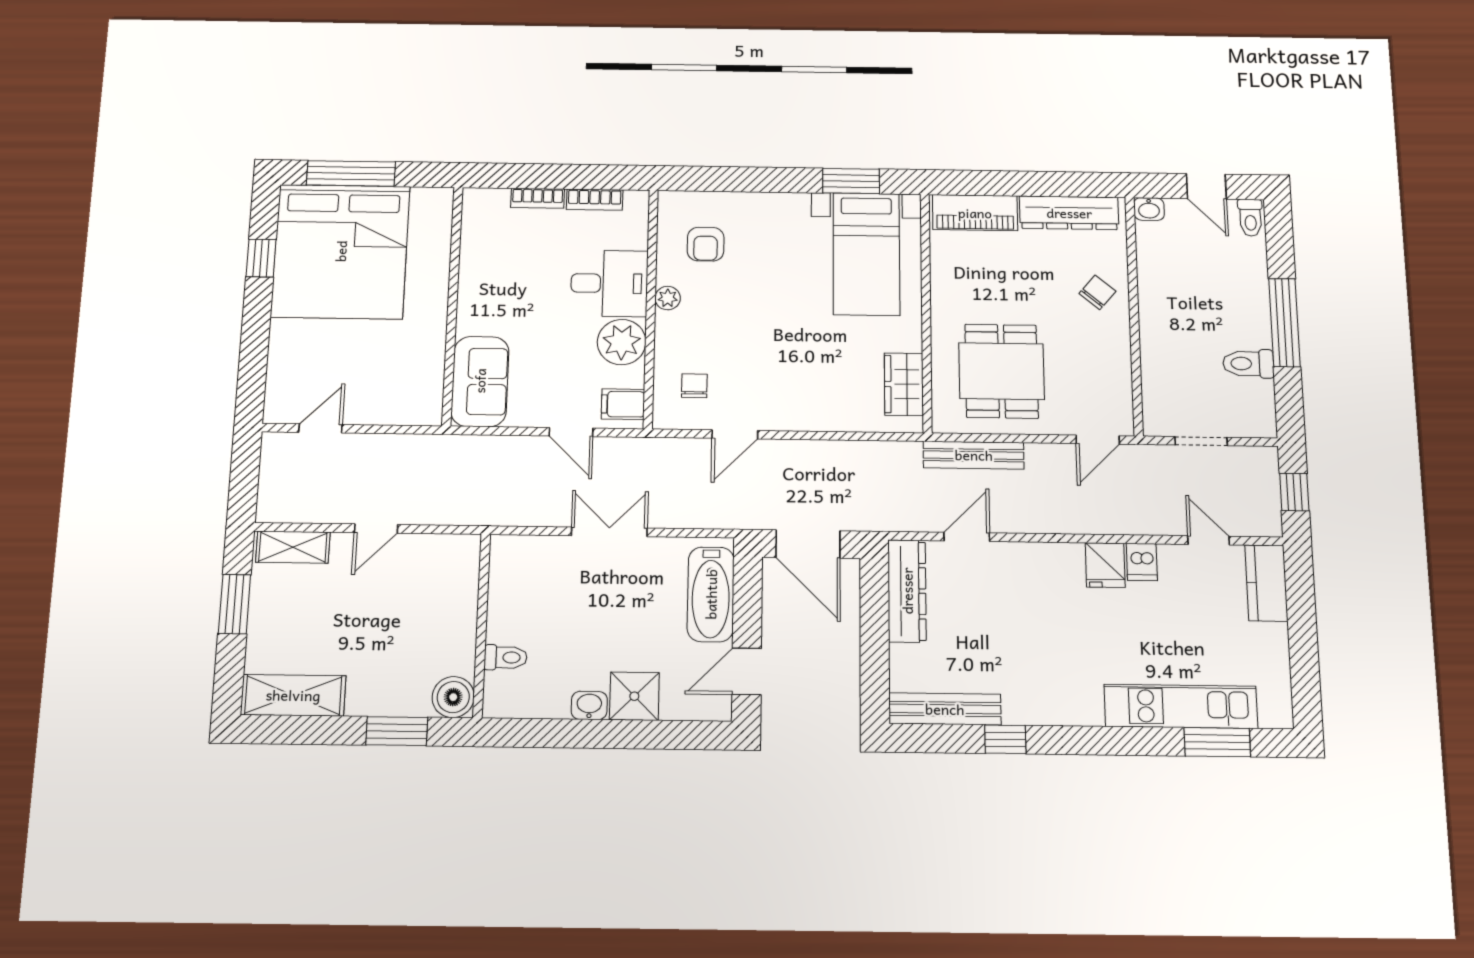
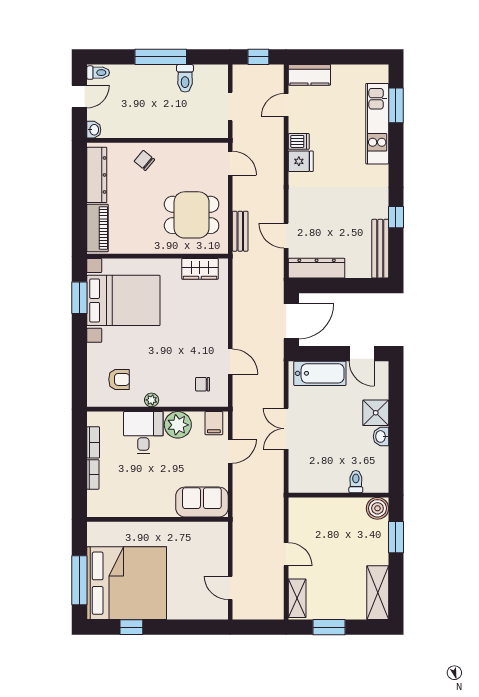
bed with nightstands: (866, 254) -> (123, 300), width x1.36
bench: (974, 455) -> (240, 231), width x0.73

